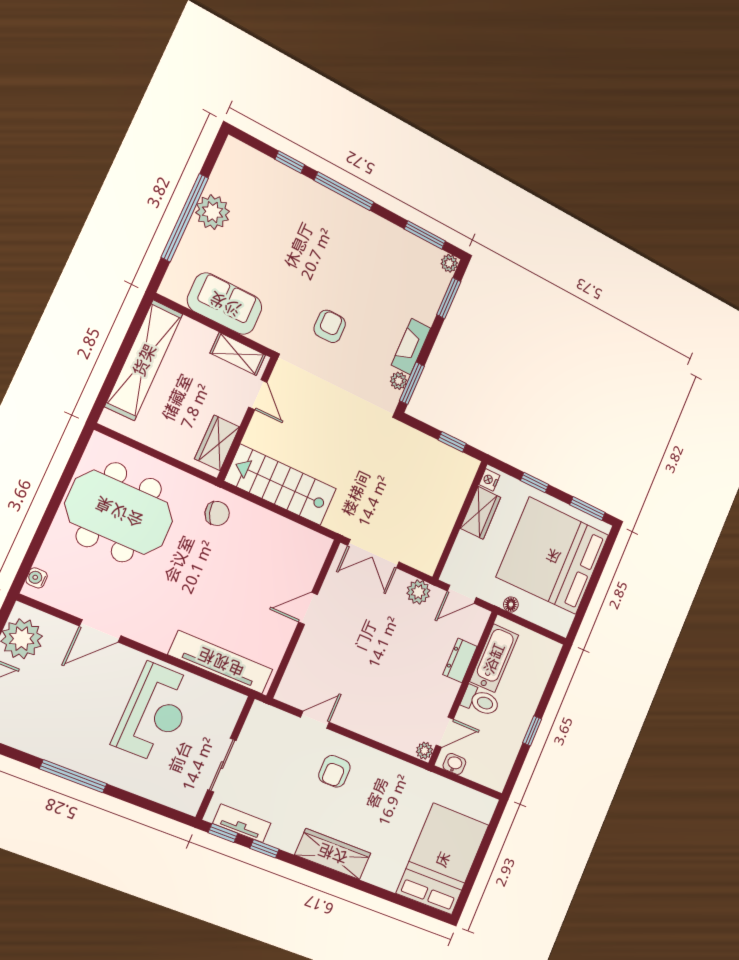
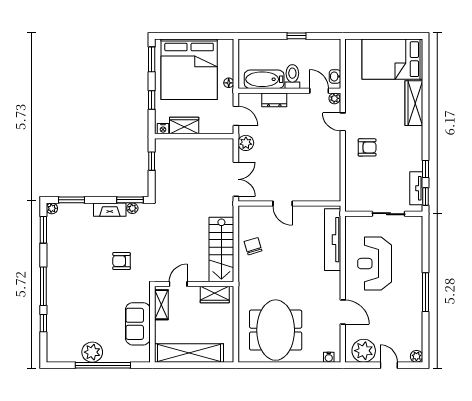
chair: (217, 513) -> (253, 246), moved
reception desk: (155, 713) -> (375, 264), turned -90
door: (315, 720) -> (343, 122), moved
wardrobe: (333, 854) -> (414, 103), moved

